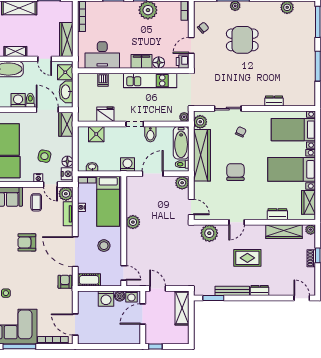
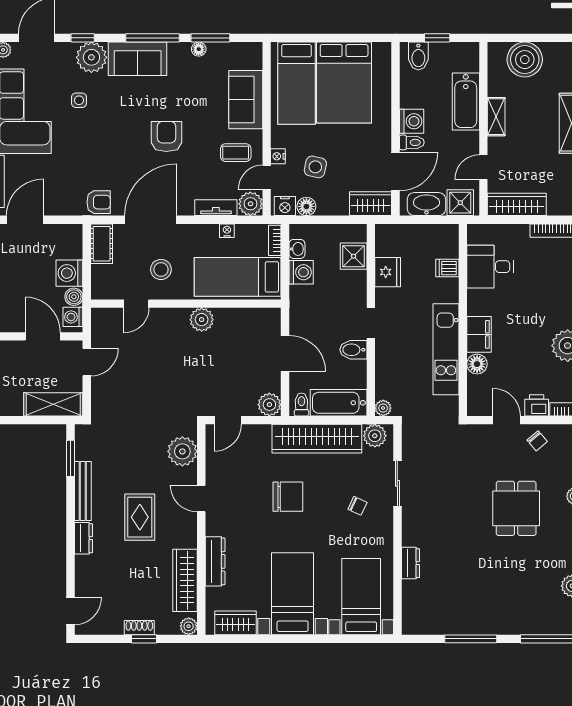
desk: (102, 55) -> (490, 267), width x0.73
printer: (183, 62) -> (537, 405), moved
washing machine: (127, 164) -> (301, 272), moved
dresser: (277, 214) -> (215, 561), width x1.44
door: (124, 273) -> (136, 304), moved

